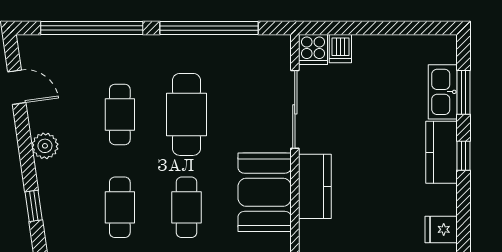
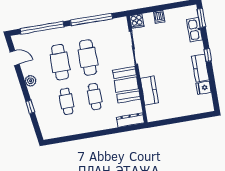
dishwasher: (340, 49) -> (159, 17), moved
window: (464, 92) -> (201, 18), moved
cafe table: (120, 114) -> (60, 62), width x1.37, depth x1.35
kitchen counter: (442, 152) -> (200, 68), moved
kitchen counter: (315, 186) -> (149, 90), moved

